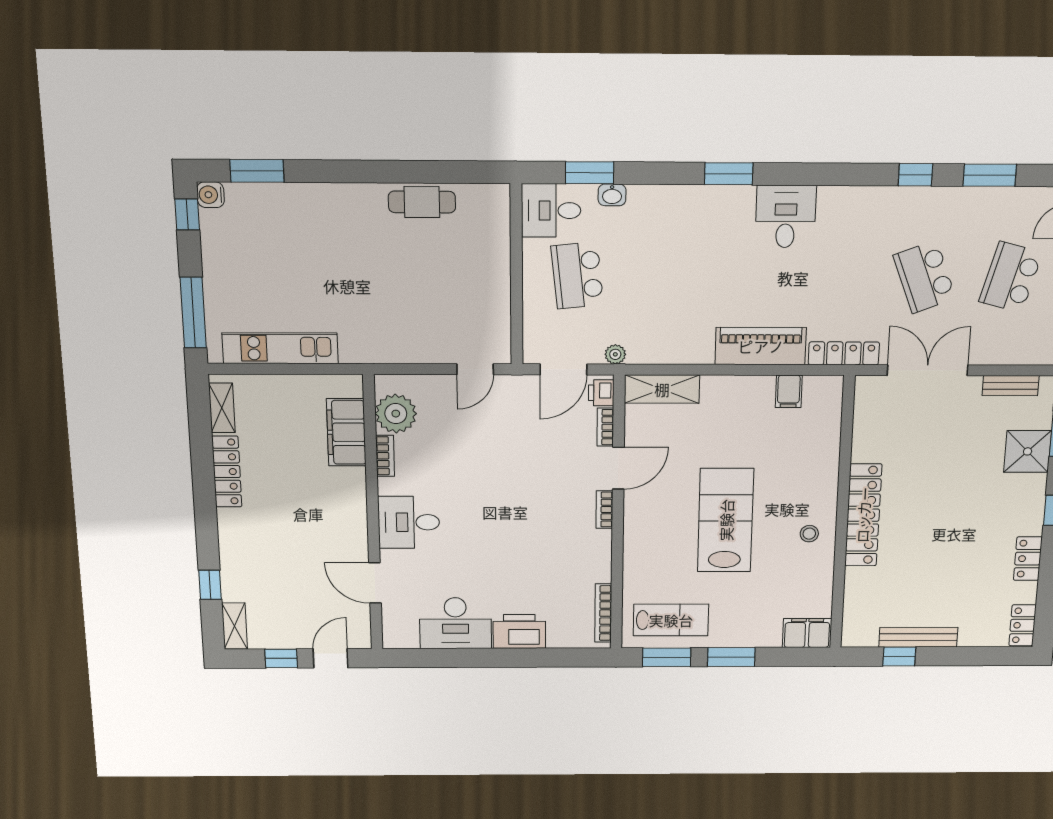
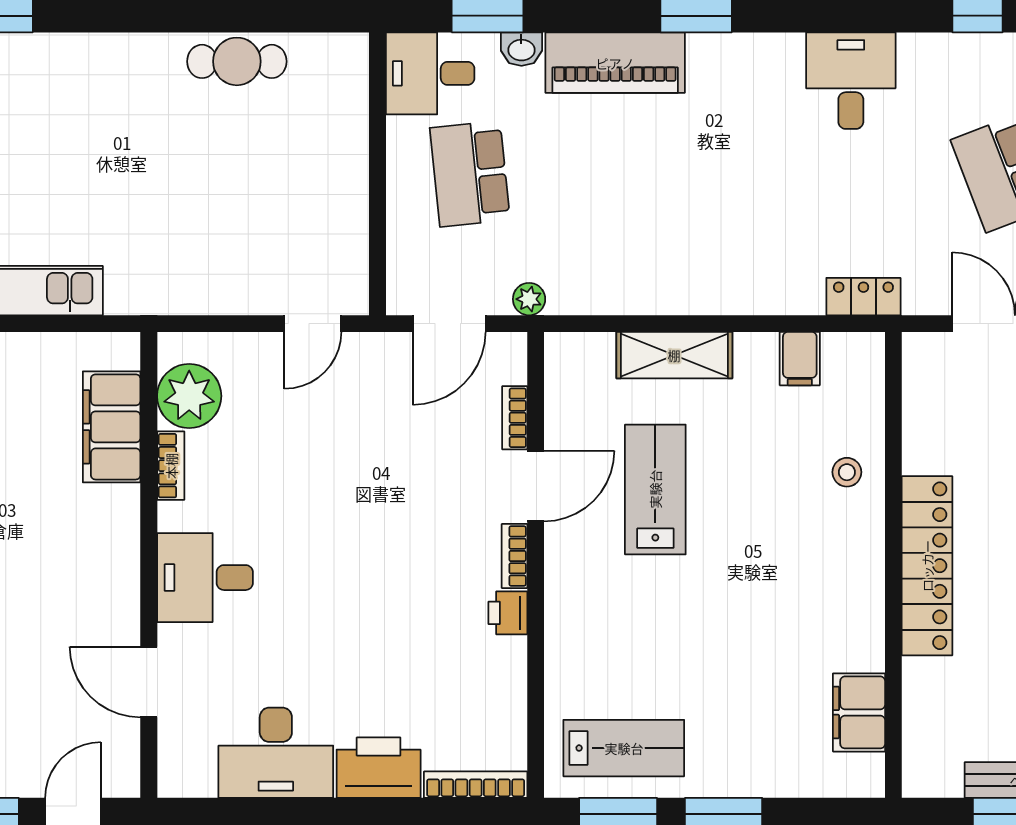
desk: (786, 216) -> (851, 81), moved
piano: (761, 346) -> (615, 63), moved, turned 180
locker: (844, 353) -> (863, 297), width x0.66
shelving: (662, 389) -> (674, 355), moved
printer: (601, 393) -> (508, 613), moved
lab bench: (726, 520) -> (655, 489), moved, width x0.73, depth x0.72
stool: (809, 534) -> (847, 472), moved
bookcase: (603, 613) -> (476, 785), moved, turned 90
filing cabinet: (807, 633) -> (859, 712), moved, turned -90

